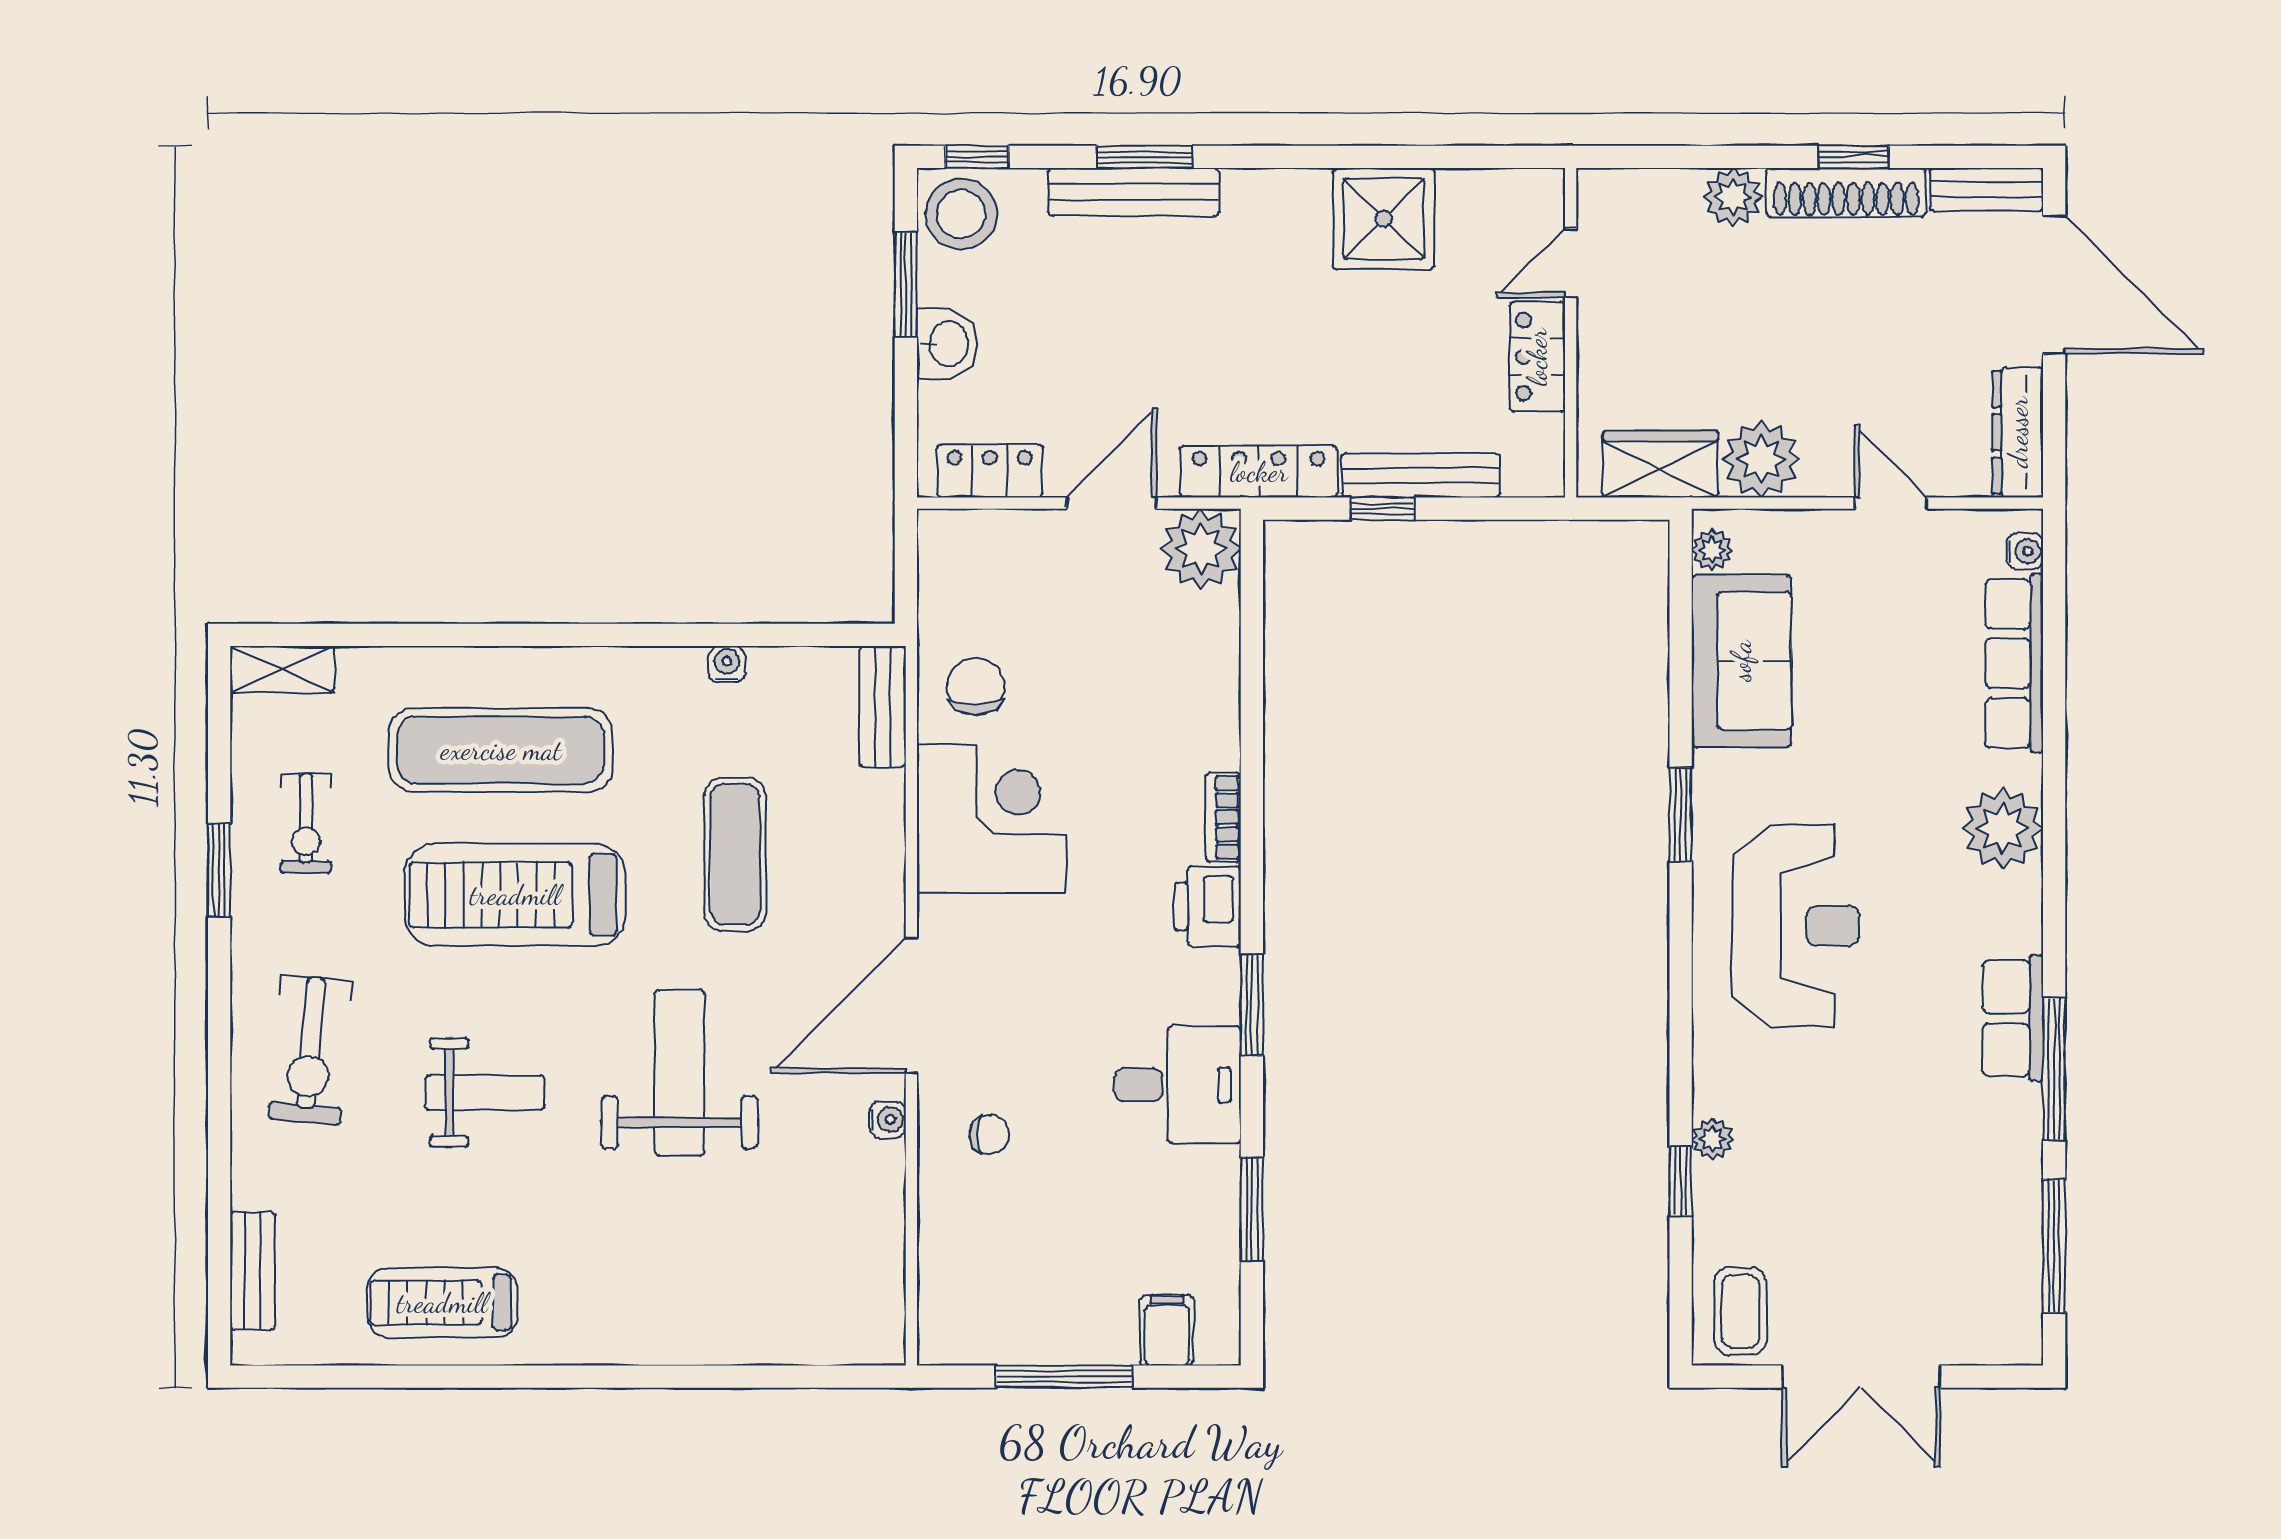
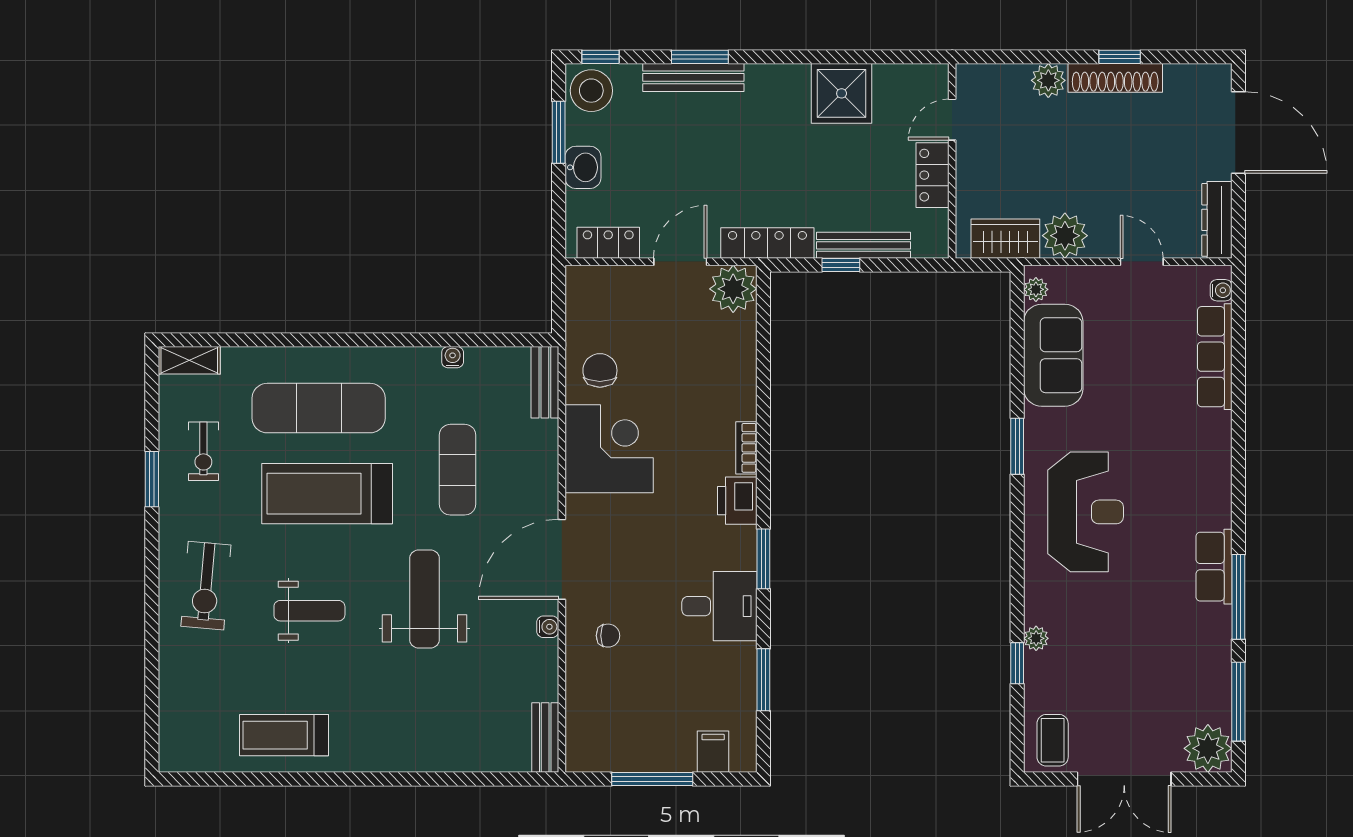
bench: (1987, 190) -> (1198, 76), removed
plant: (2003, 828) -> (1208, 748), moved
bench: (253, 1271) -> (545, 738), moved

